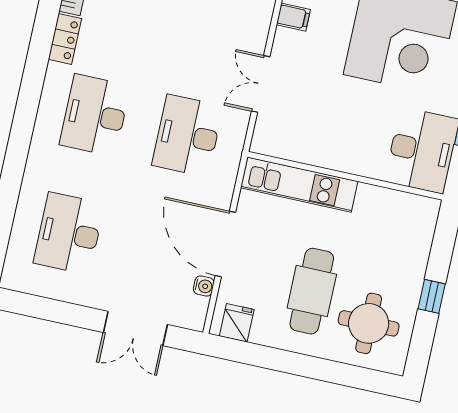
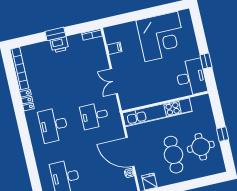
desk: (188, 136) -> (94, 116), width x0.73
kitchen unit: (299, 185) -> (157, 112), width x1.36
round table: (369, 323) -> (201, 147), moved

